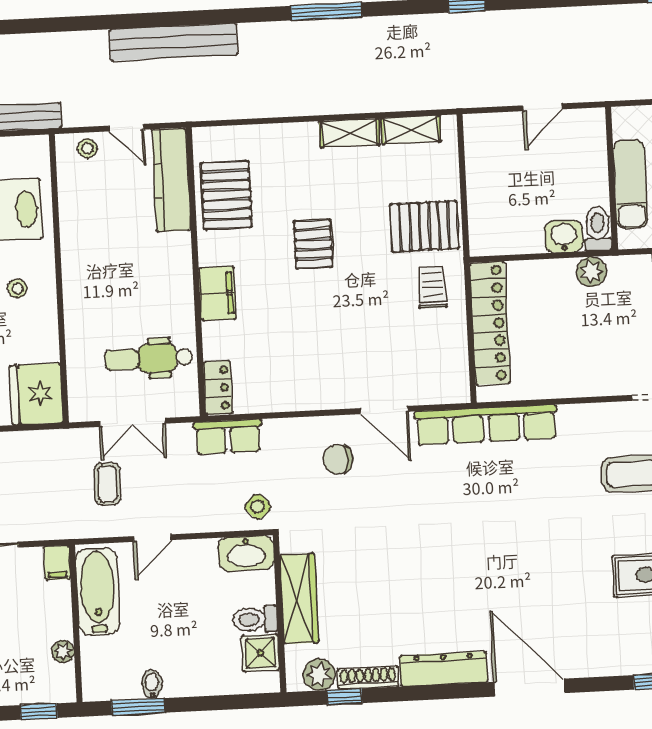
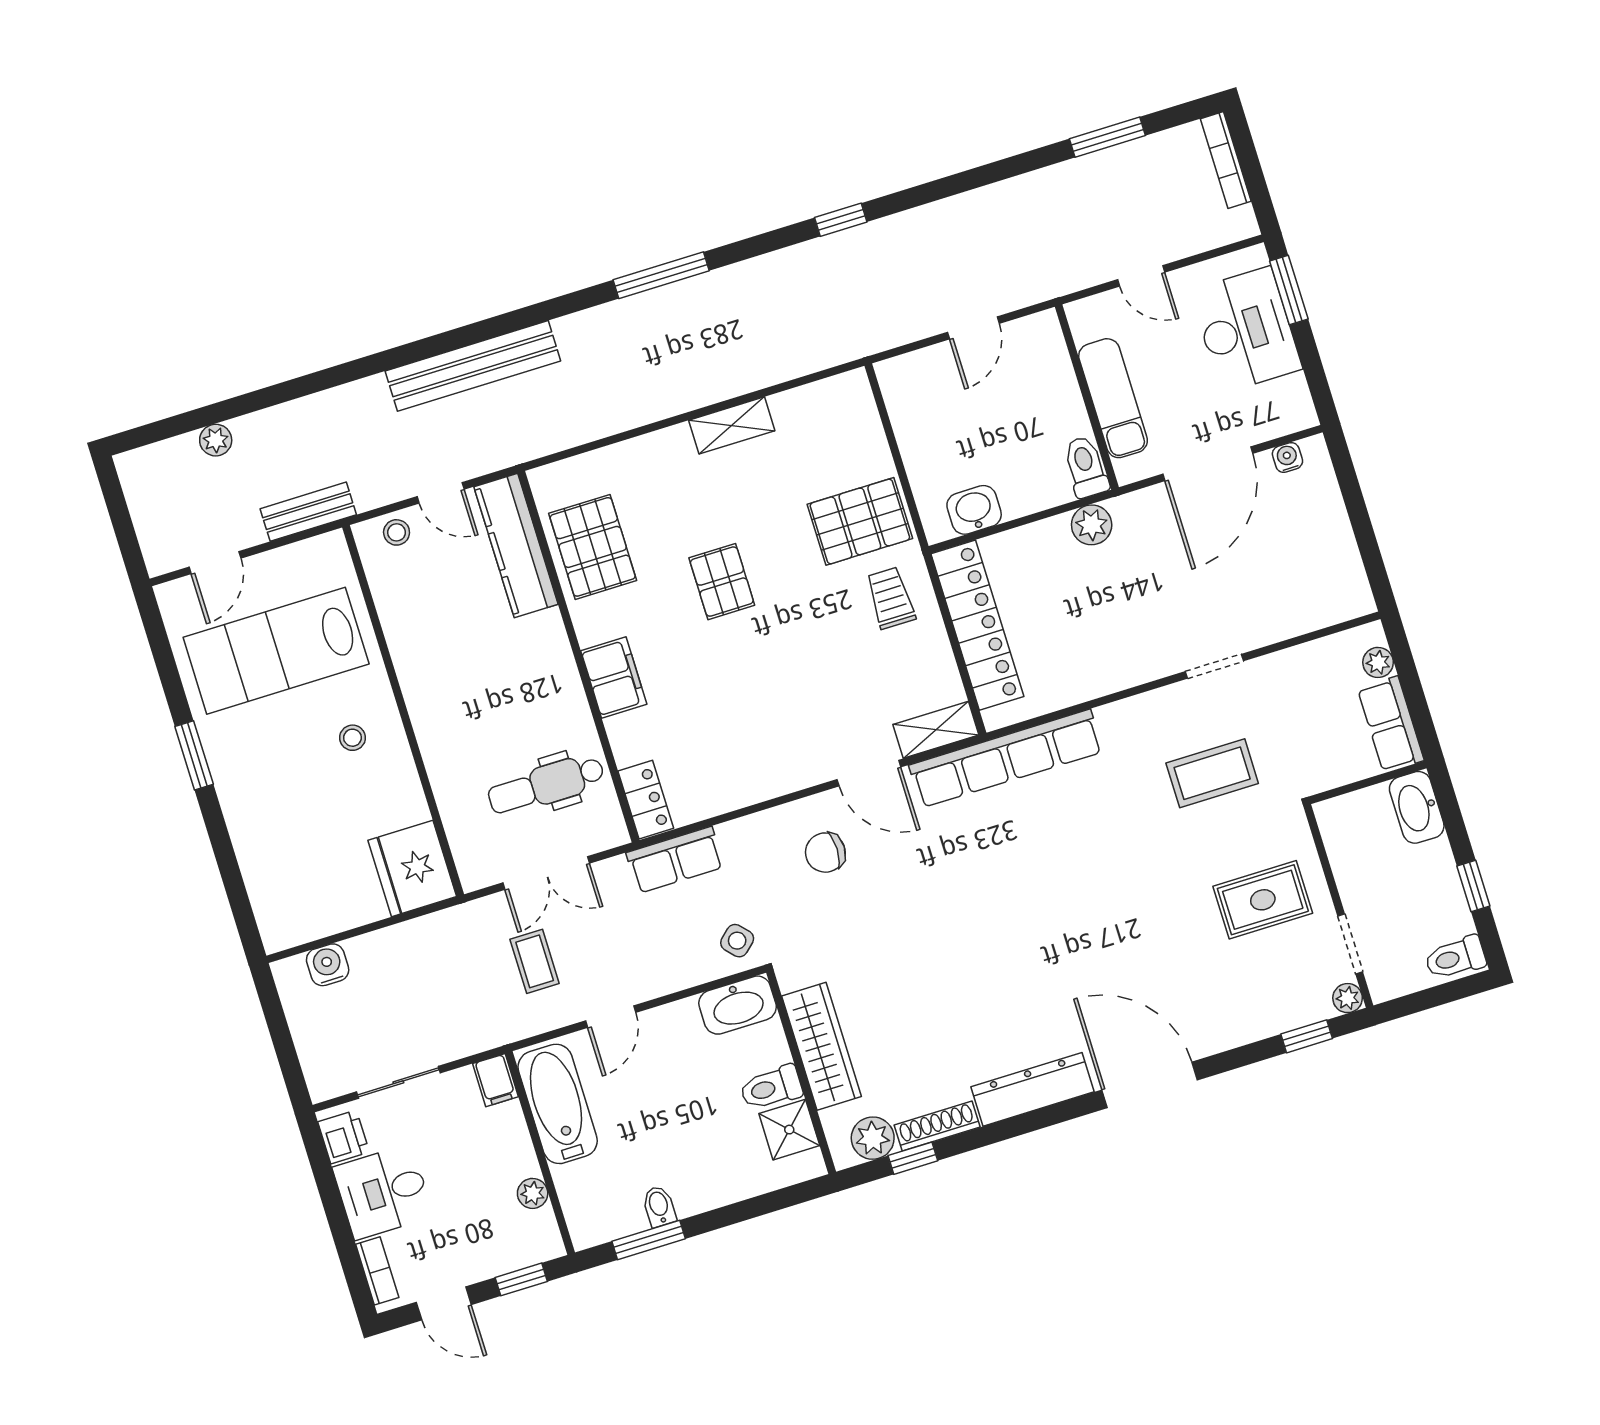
shelving: (411, 130) -> (936, 730), moved
washbasin: (564, 236) -> (974, 510), moved

